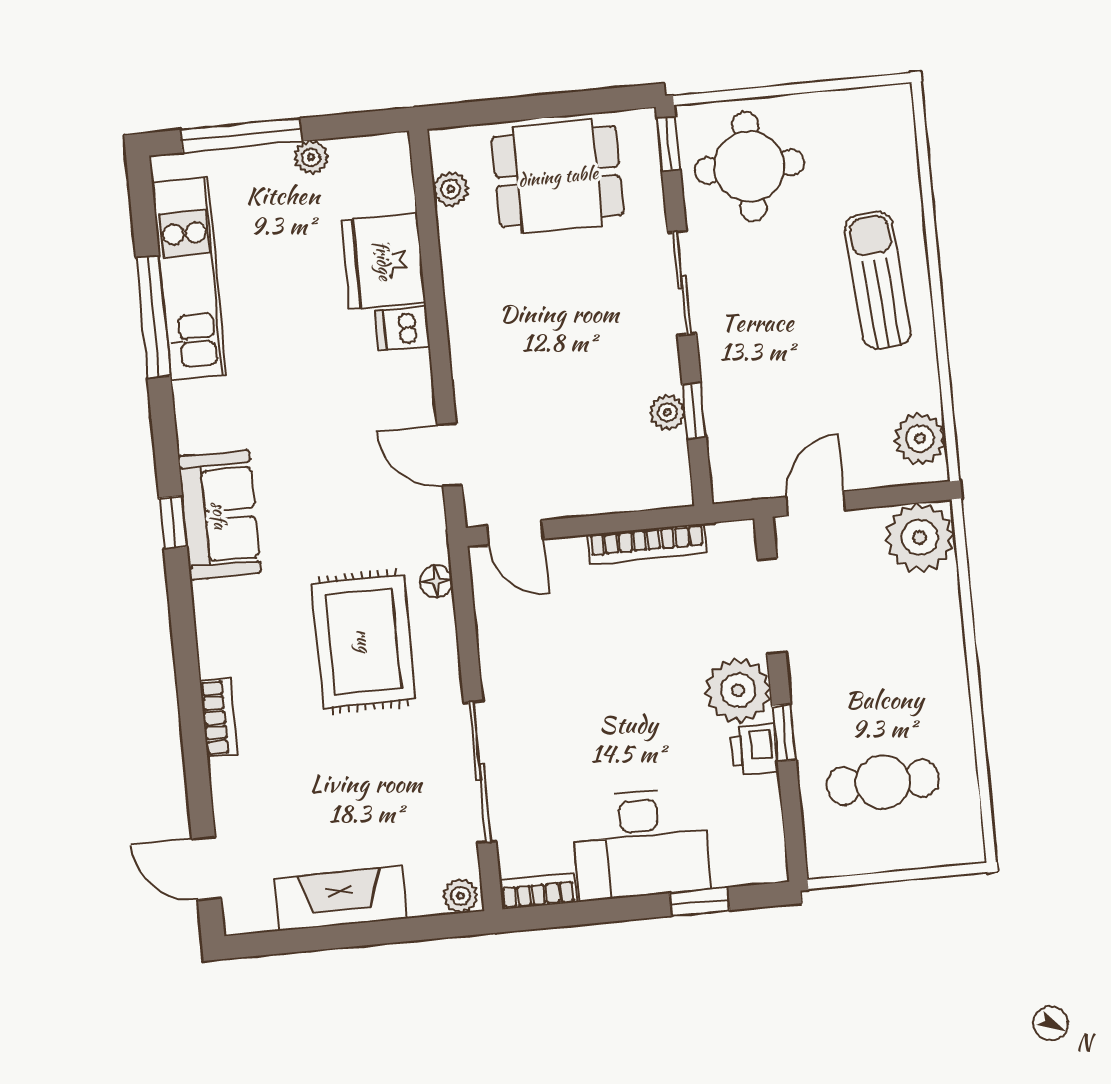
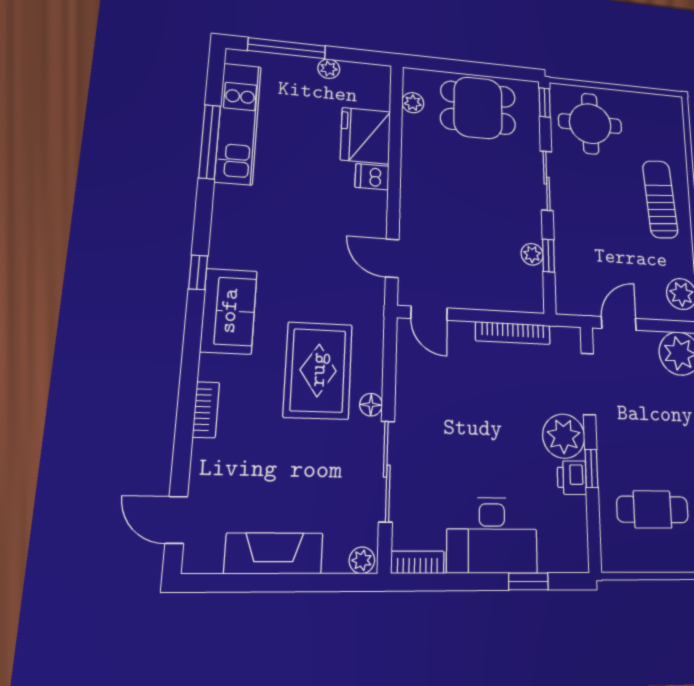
sofa: (220, 515) -> (229, 311), moved
floor lamp: (436, 581) -> (371, 405), moved

